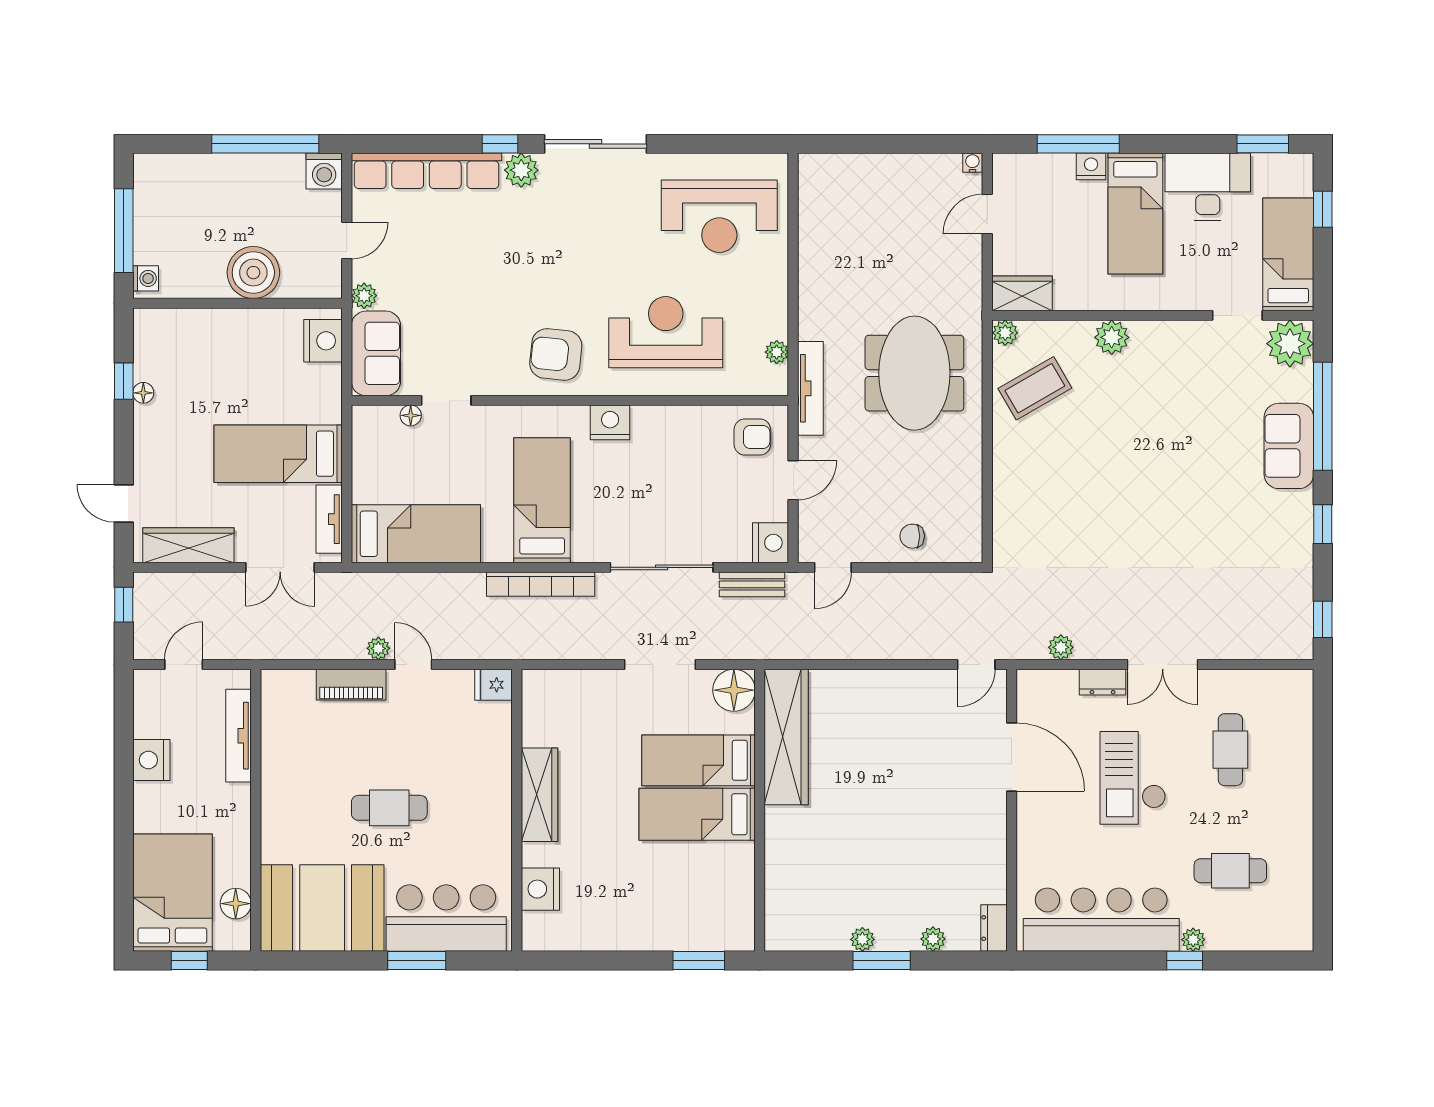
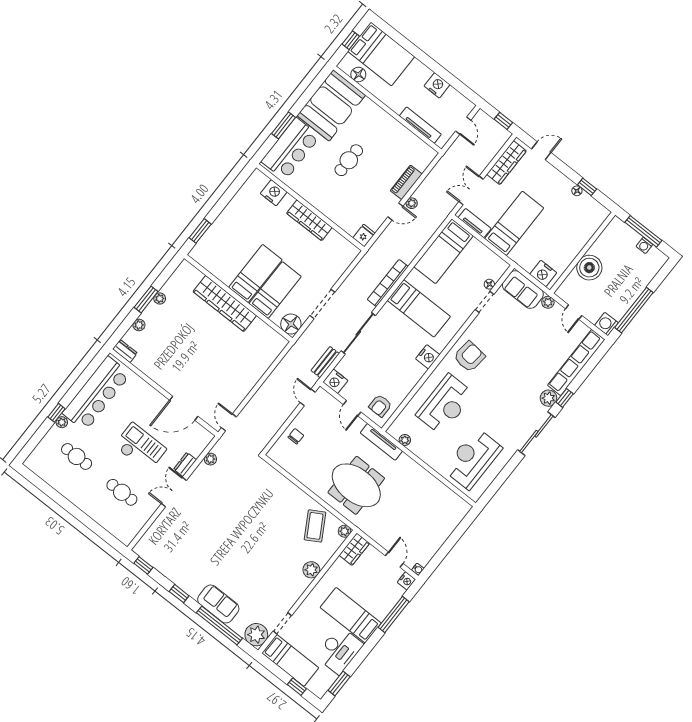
nightstand: (1091, 166) -> (406, 581), moved
washing machine: (146, 278) -> (644, 245), moved
wardrobe: (786, 737) -> (225, 304), moved
cafe table: (1230, 871) -> (77, 456), turned 90

